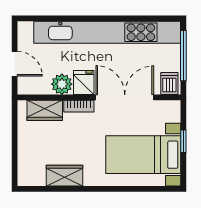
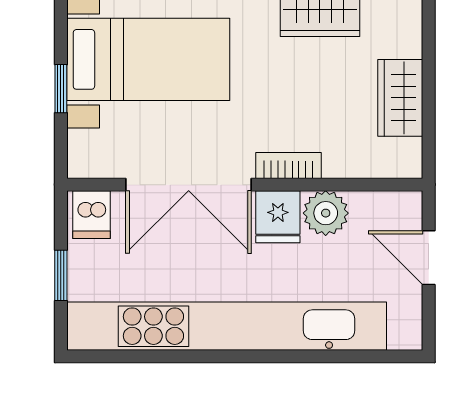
window: (183, 56) -> (61, 275), width x0.46
wardrobe: (45, 110) -> (400, 98), moved, turned -90

